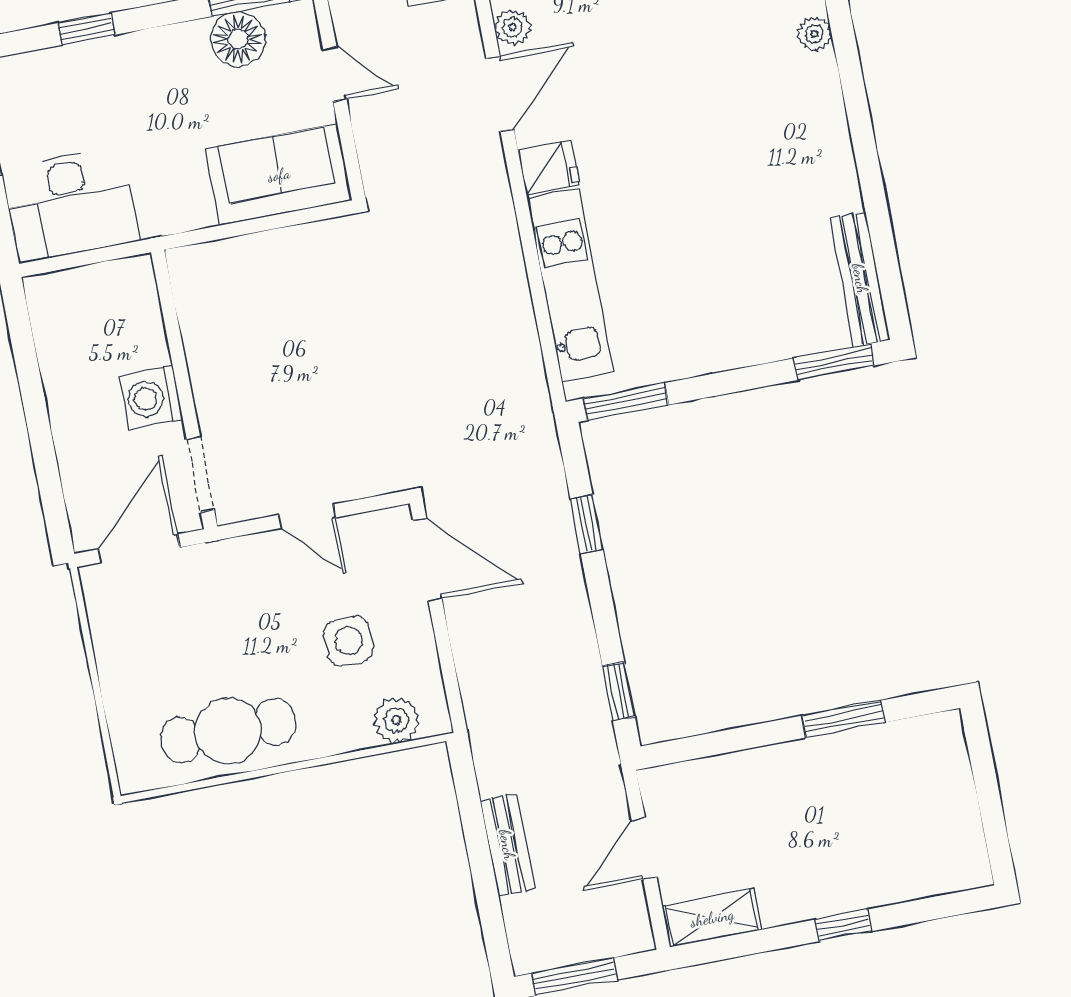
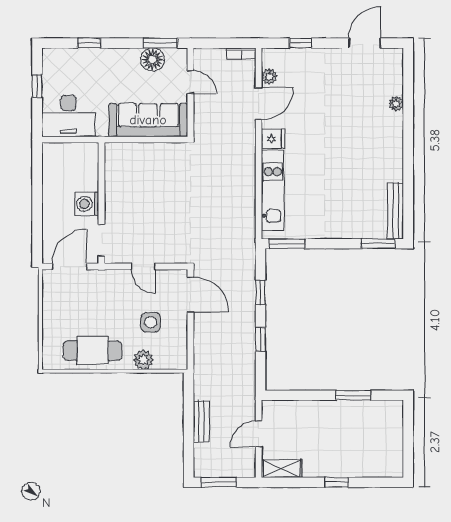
sofa: (279, 175) -> (148, 120), width x1.36
window: (619, 691) -> (261, 339), moved
plant: (396, 720) -> (143, 360), moved

